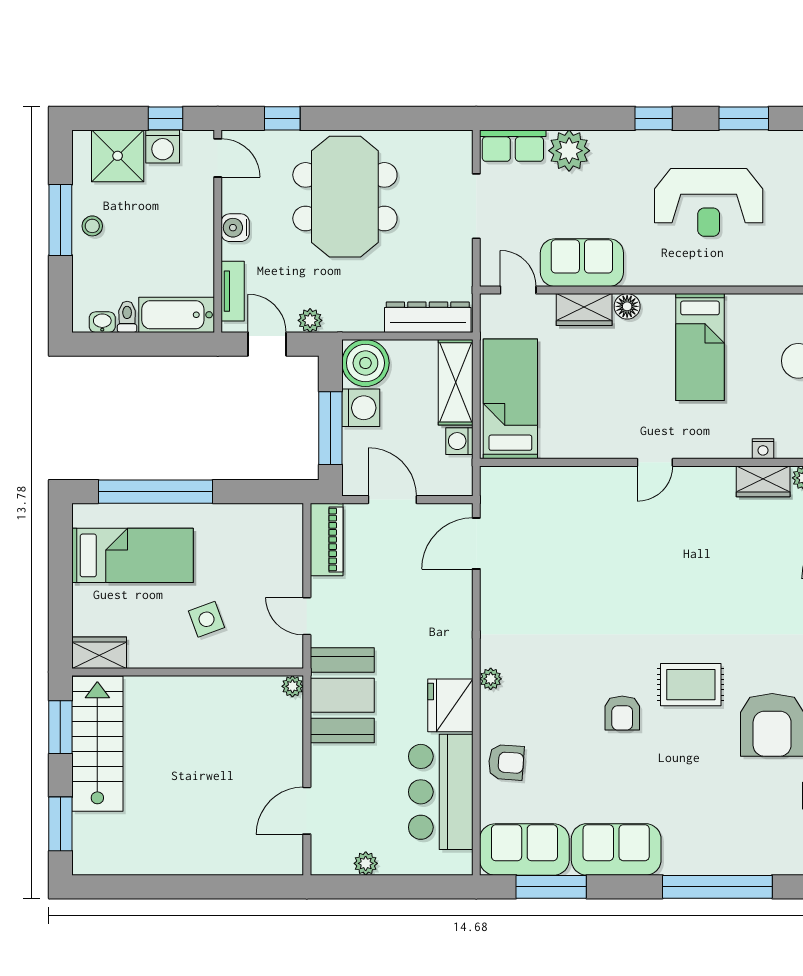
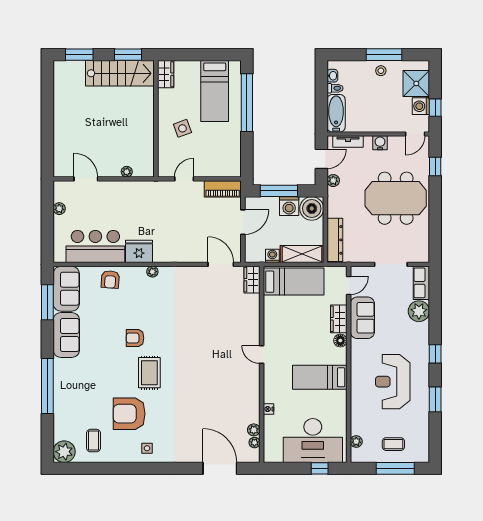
wardrobe: (763, 481) -> (252, 280), moved
plant: (292, 686) -> (127, 172), moved
booth: (342, 695) -> (144, 197), removed

